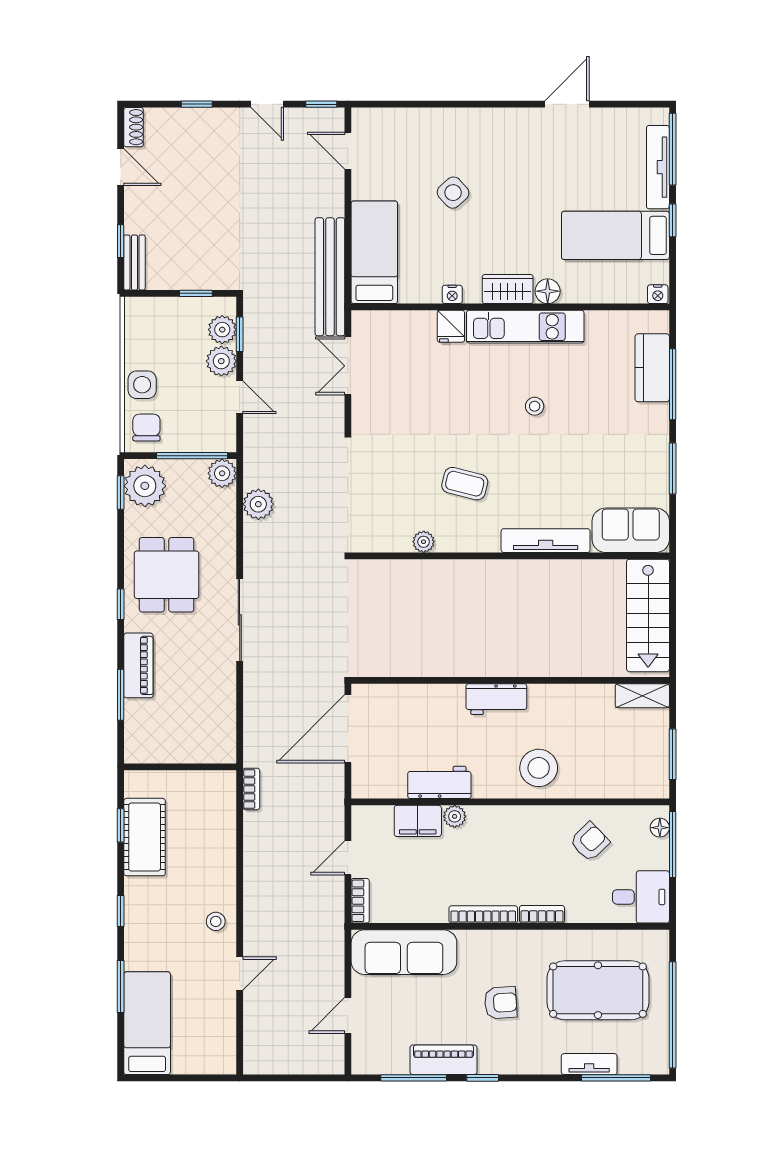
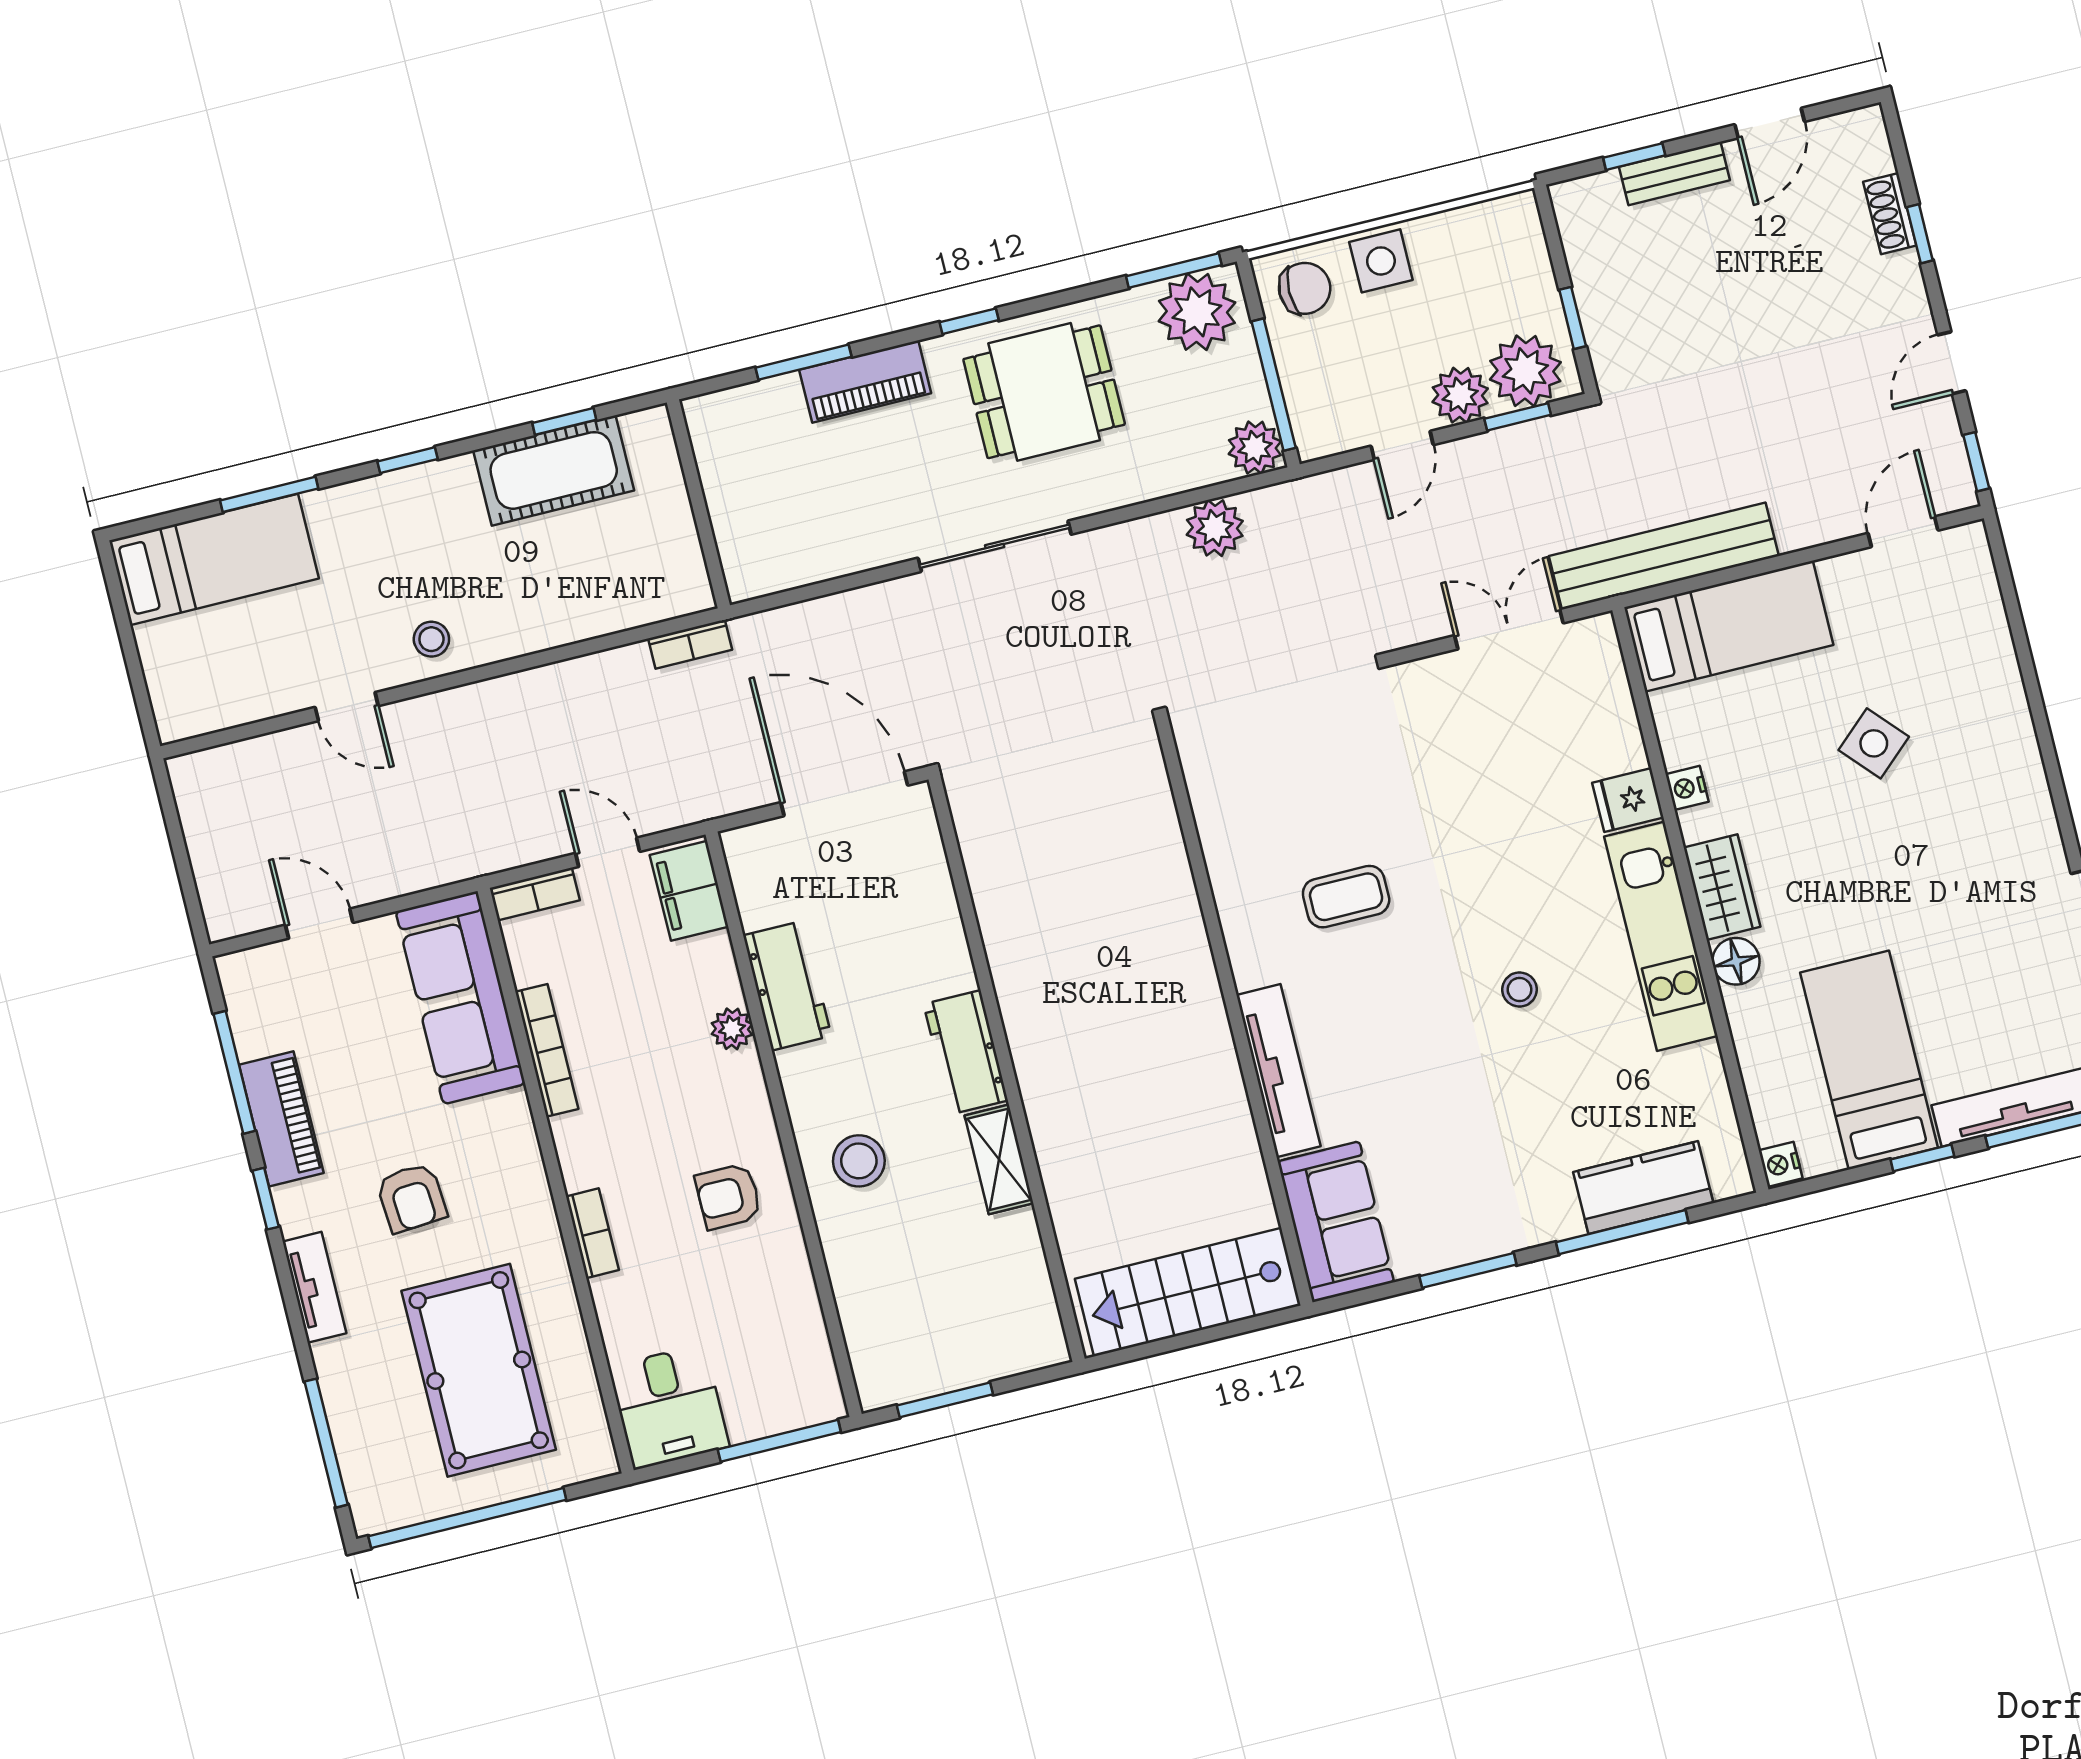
shoe rack: (134, 127) -> (1890, 214), moved, turned 90
bench: (134, 262) -> (1674, 173), moved
plant: (222, 330) -> (1525, 371), width x1.36, depth x1.36
coffee table: (465, 484) -> (1346, 897), turned 76
window: (121, 493) -> (1174, 271), width x1.50
plant: (424, 542) -> (1221, 848), removed
shelving: (642, 696) -> (999, 1159), moved
stool: (539, 768) -> (859, 1161), width x0.73, depth x0.73
filing cabinet: (418, 821) -> (689, 891), moved
floor lamp: (660, 828) -> (804, 1410), removed
armchair: (590, 842) -> (728, 1196), moved, turned 134
bookcase: (483, 914) -> (547, 1050), moved
tv unit: (589, 1064) -> (315, 1287), moved

